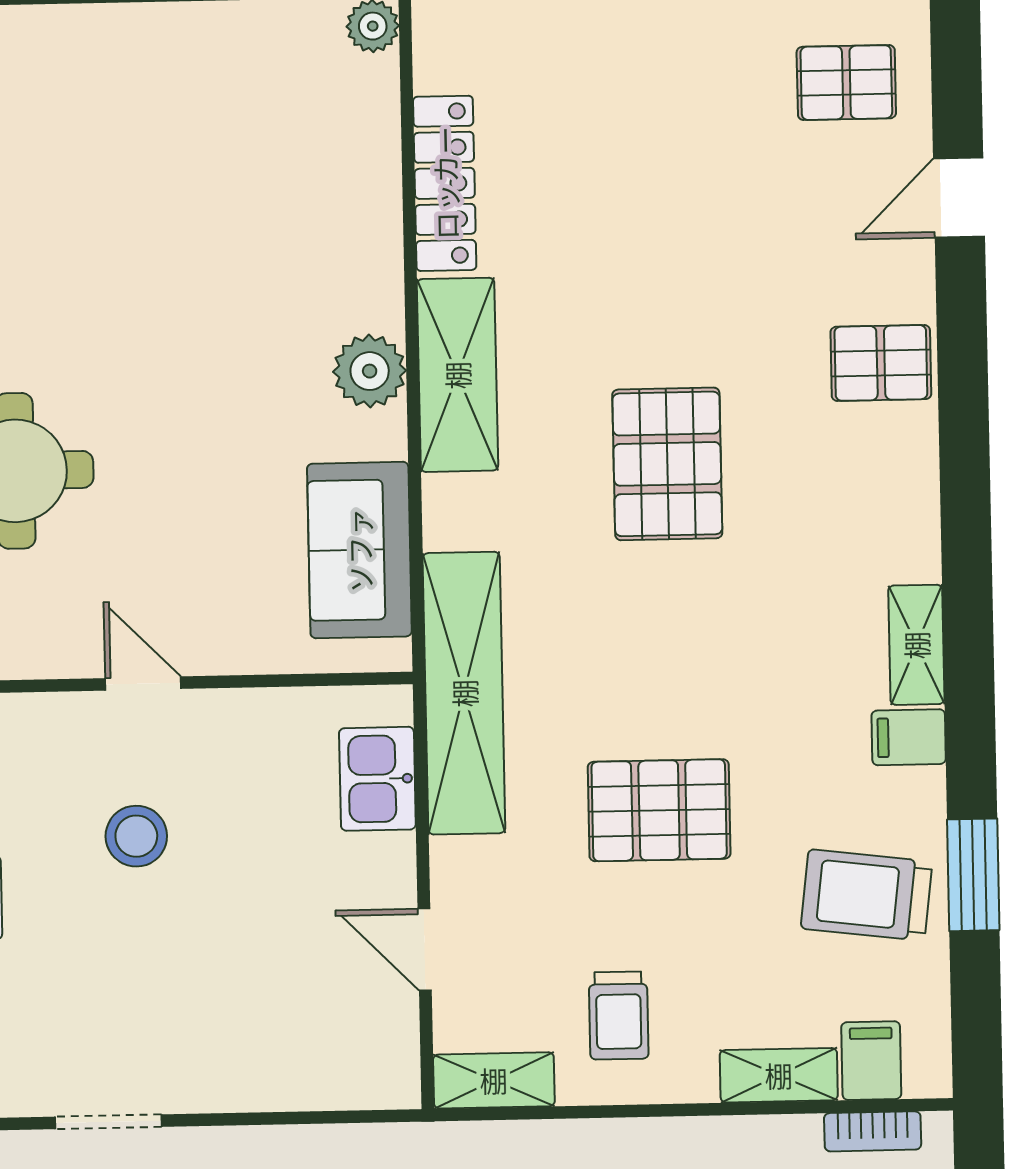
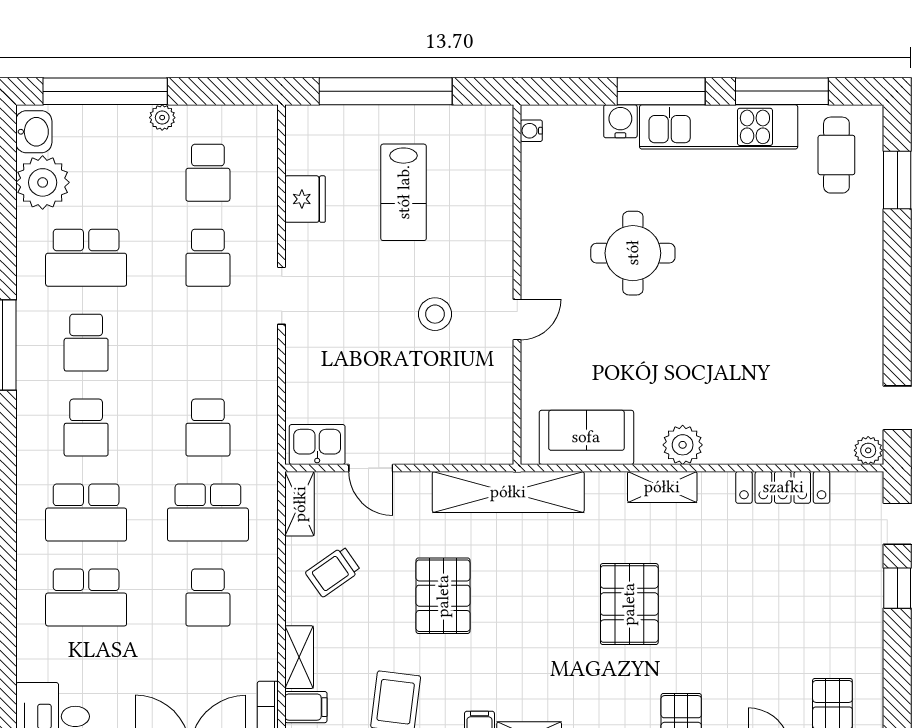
shelving: (457, 375) -> (662, 487), width x0.67, depth x0.75
pallet: (667, 464) -> (629, 604), turned 90
kitchen sink: (377, 779) -> (317, 444), moved
door: (425, 950) -> (371, 468), swing flipped
trolley: (619, 1016) -> (333, 572), turned -35

